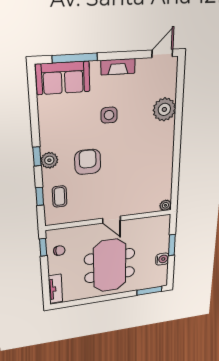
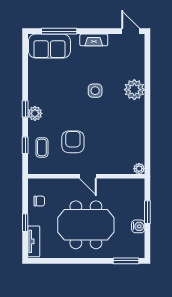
door: (162, 53) -> (131, 31), hinge flipped
plant: (164, 109) -> (134, 90), moved
side table: (109, 115) -> (95, 91), moved
armchair: (88, 162) -> (73, 142), moved
window: (43, 247) -> (25, 223), moved
meeting table: (110, 266) -> (86, 225), turned 90

